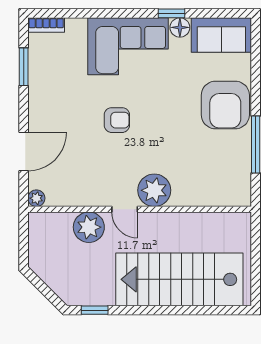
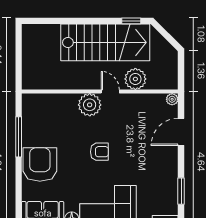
armchair: (117, 120) -> (99, 152), moved, turned 180
stairs: (179, 279) -> (105, 42), moved

